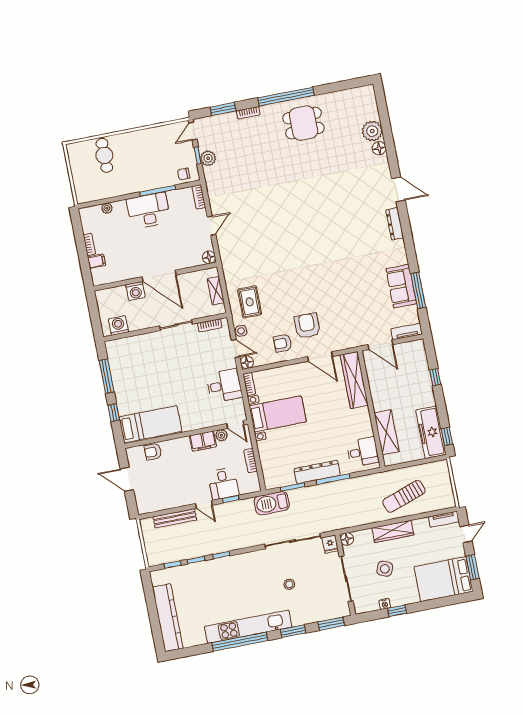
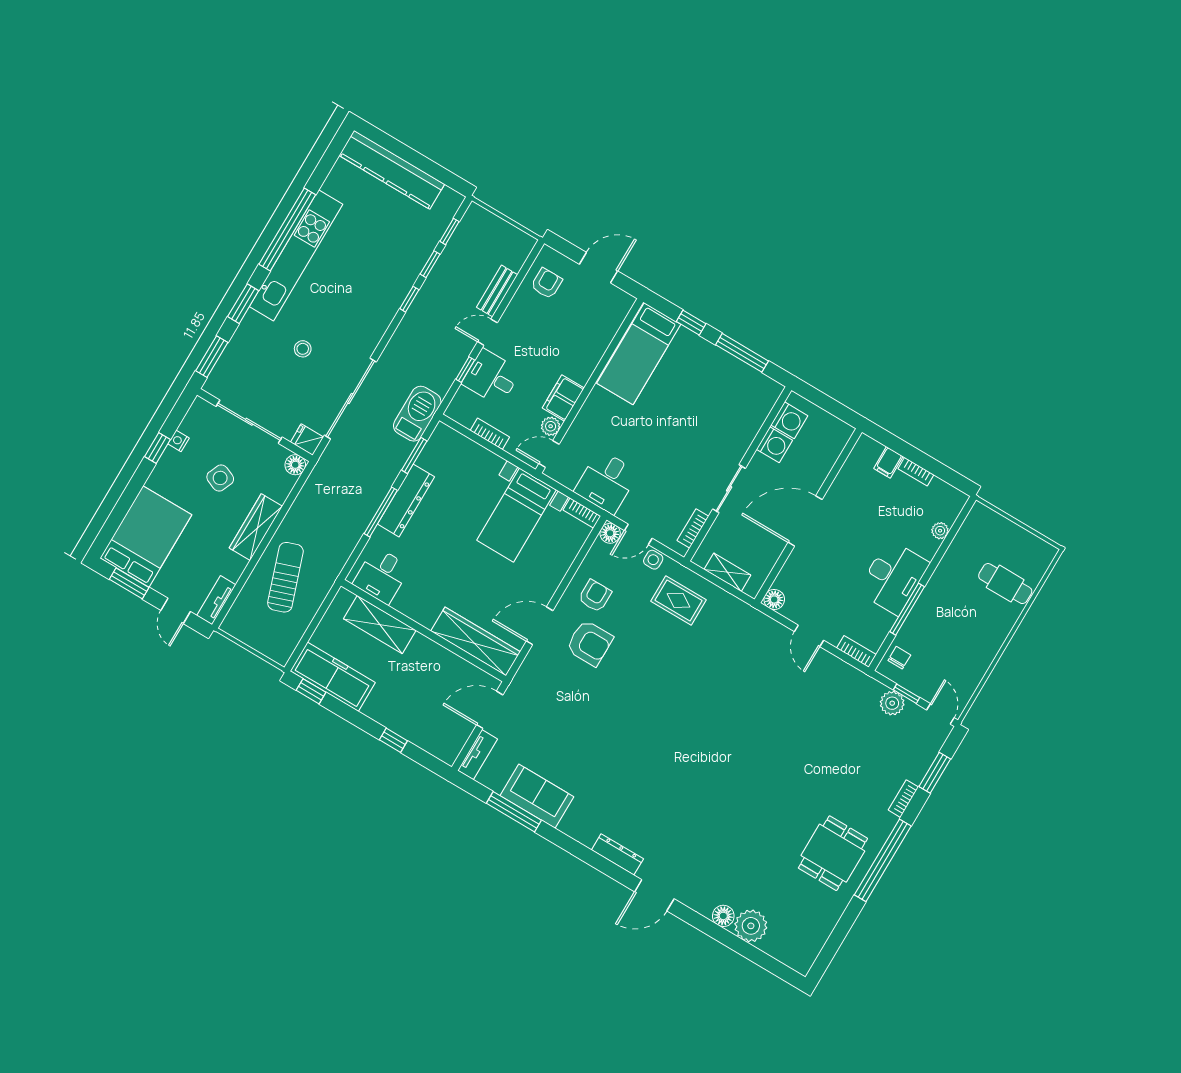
washing machine: (135, 291) -> (774, 445), moved, turned 180
armchair: (153, 452) -> (547, 283), moved
bench: (175, 518) -> (497, 291), width x0.73

